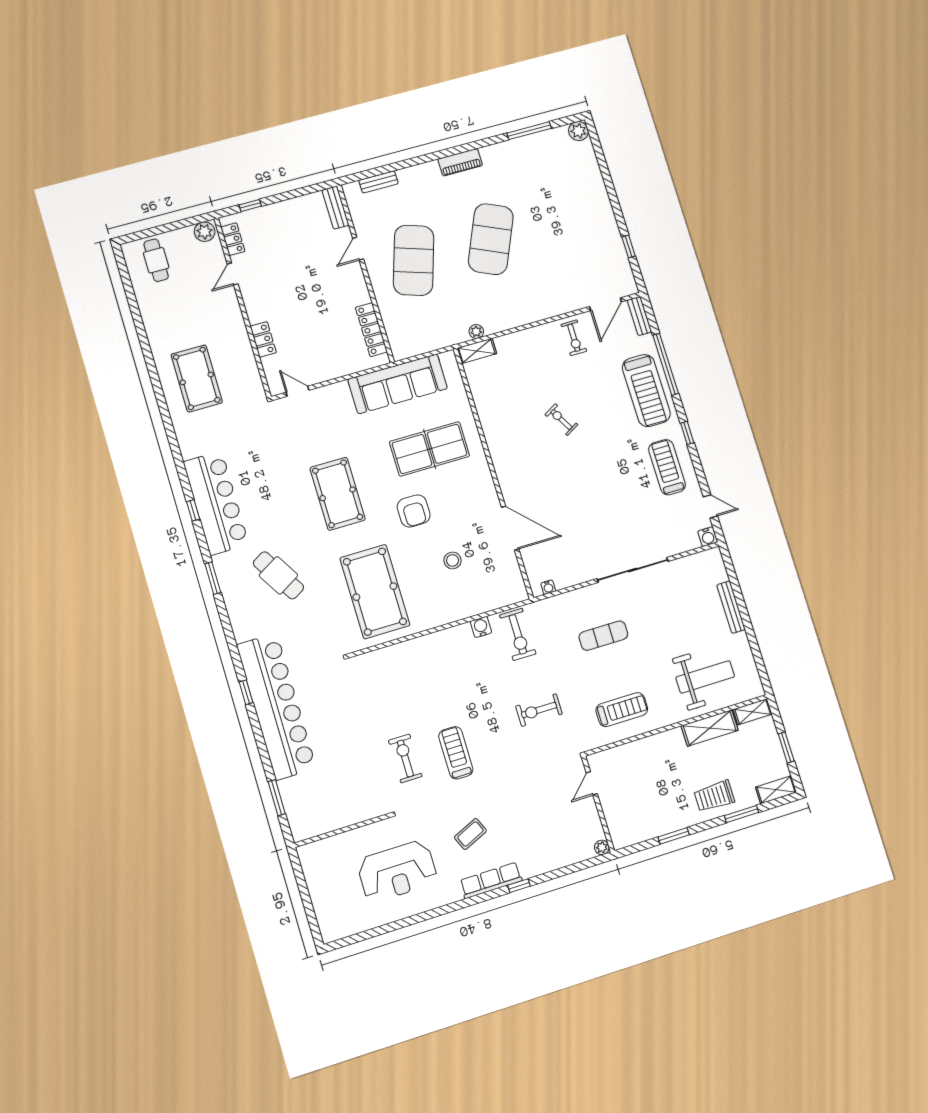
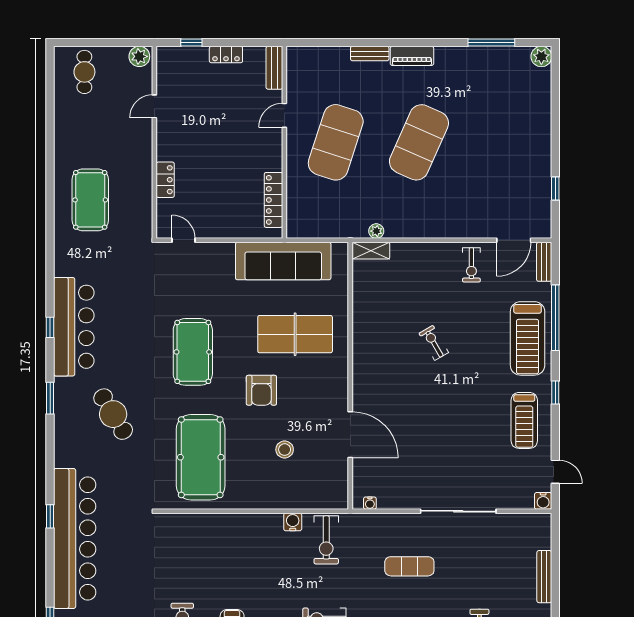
bench: (379, 182) -> (370, 54), moved
locker: (233, 239) -> (226, 55), moved, turned 90
treadmill: (667, 467) -> (524, 420), turned 180

